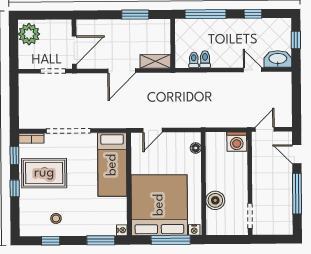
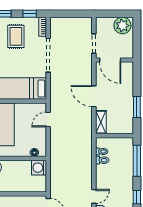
door: (152, 130) -> (48, 120), hinge flipped
washing machine: (237, 142) -> (39, 168), moved
rug: (44, 173) -> (16, 36), width x0.73, depth x0.70

